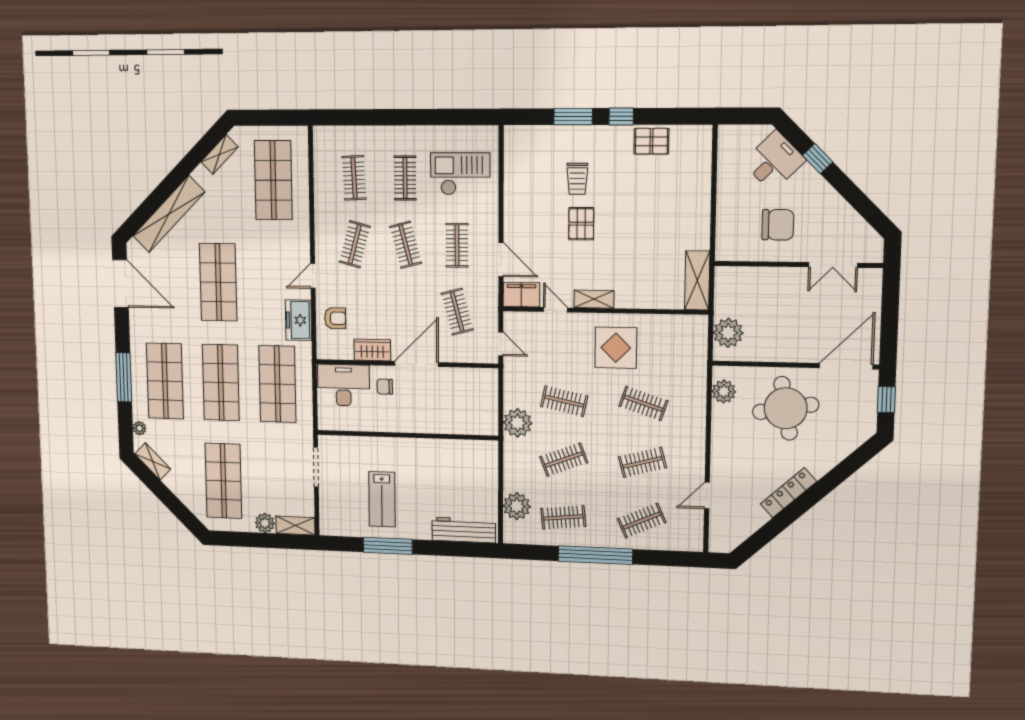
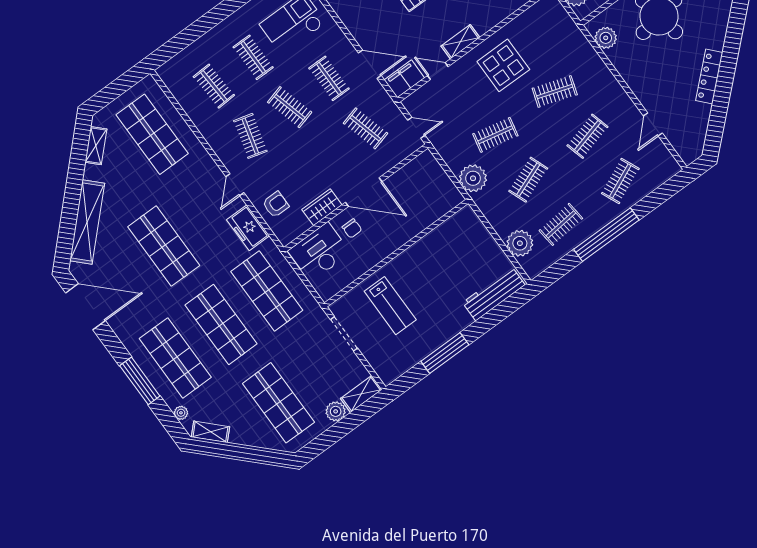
door: (417, 364) -> (364, 192), swing flipped
chair: (385, 387) -> (352, 228), turned -90
lab bench: (382, 499) -> (390, 306), moved

